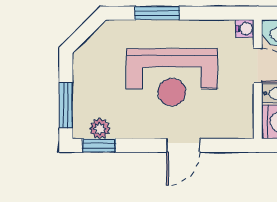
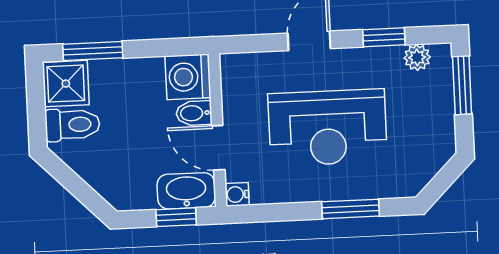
reception desk: (172, 77) -> (328, 128), turned 180
window: (99, 145) -> (384, 37), moved

